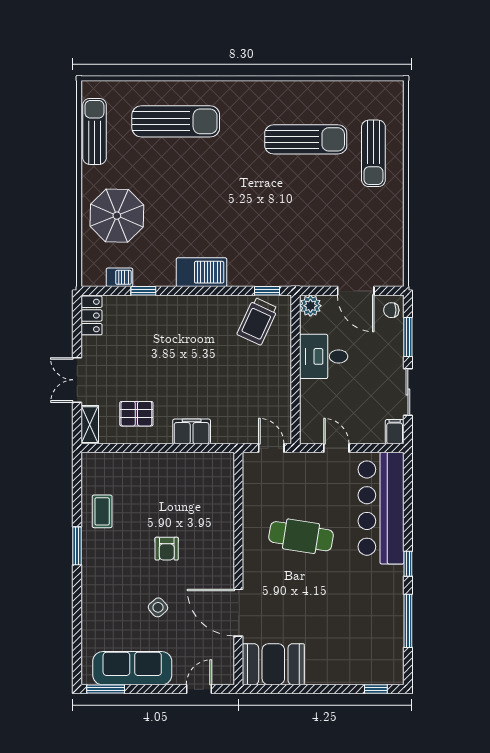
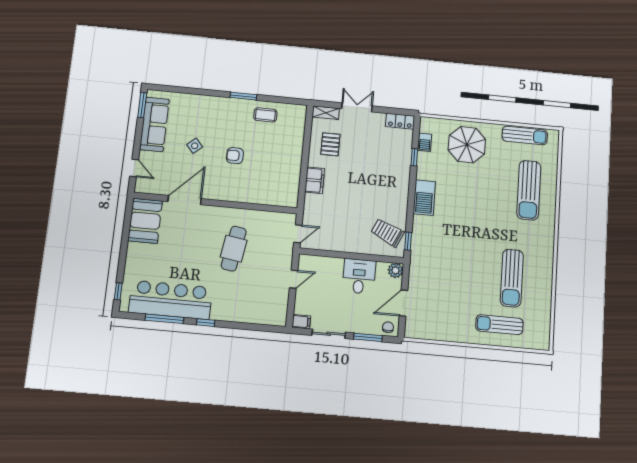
bar counter: (381, 508) -> (171, 300), moved

